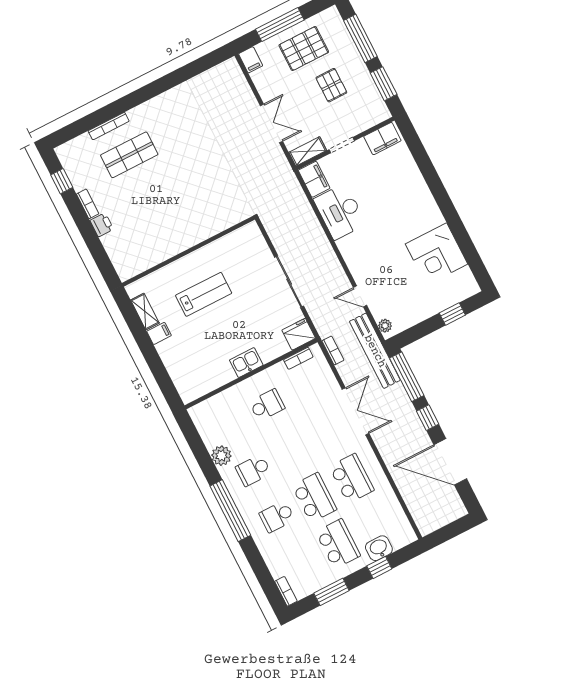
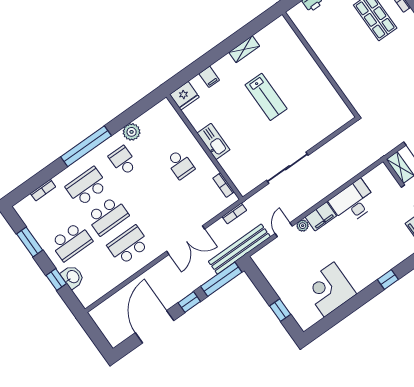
filing cabinet: (314, 179) -> (321, 216), moved
window: (435, 184) -> (388, 280), added
wall: (188, 251) -> (320, 65), moved
plant: (385, 326) -> (303, 226), moved
filing cabinet: (159, 333) -> (209, 77), moved
fridge: (299, 334) -> (184, 96), moved, turned 90
kitchen sink: (246, 363) -> (214, 141), width x1.38
school desk: (352, 478) -> (128, 245), turned 180
school desk: (277, 517) -> (87, 187), width x1.85
bookcase: (286, 591) -> (43, 190), moved

